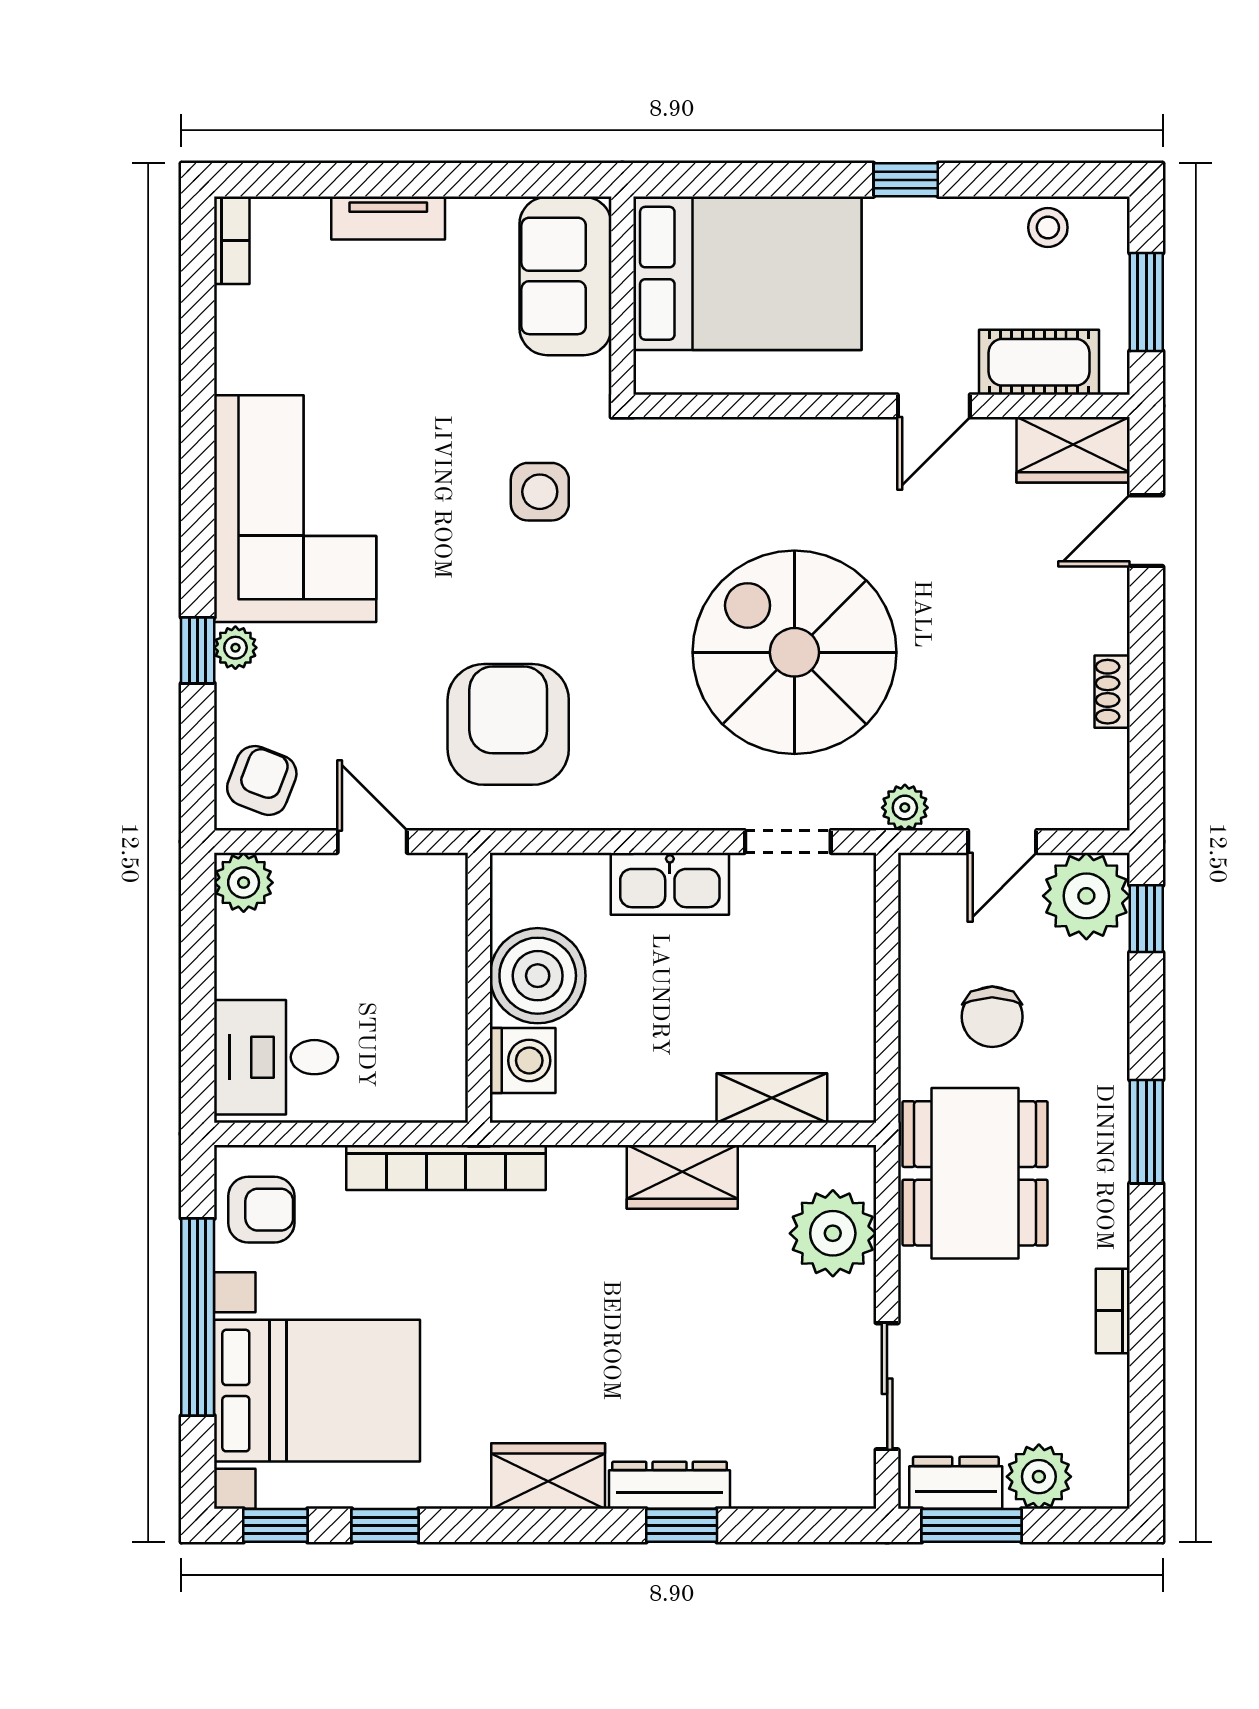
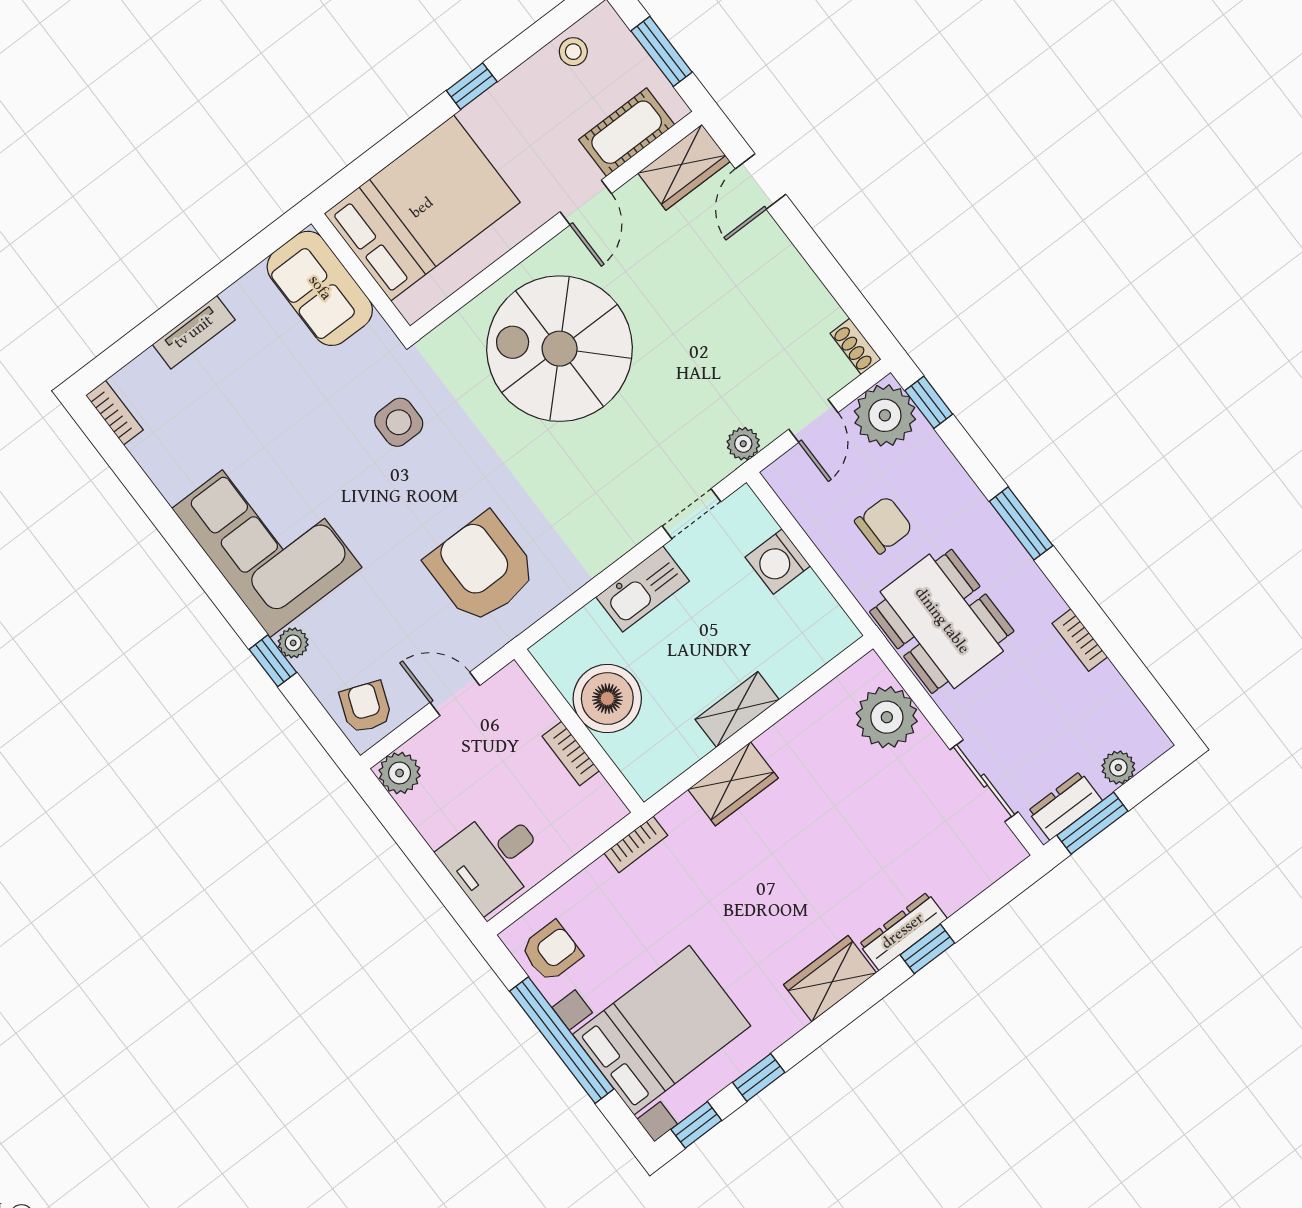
spiral stairs: (794, 652) -> (560, 349), moved
shoe rack: (1112, 692) -> (856, 346), moved
bookcase: (451, 1006) -> (571, 753), added
chair: (992, 1017) -> (884, 525), turned -90
washing machine: (523, 1061) -> (778, 562), moved, turned 180
shelving: (772, 1098) -> (737, 709), moved
bookcase: (446, 1167) -> (636, 844), width x0.43, depth x0.76
wardrobe: (682, 1177) -> (733, 784), moved
plant: (1039, 1477) -> (1118, 768), width x0.73, depth x0.73

